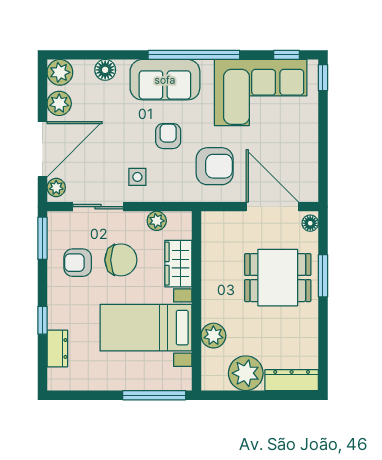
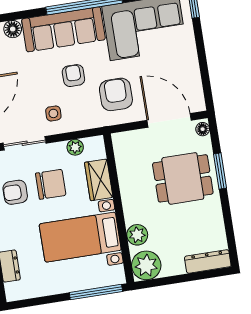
sofa: (165, 80) -> (63, 29), width x1.36
armchair: (215, 166) -> (116, 94), turned -90
plant: (246, 373) -> (146, 265), moved

